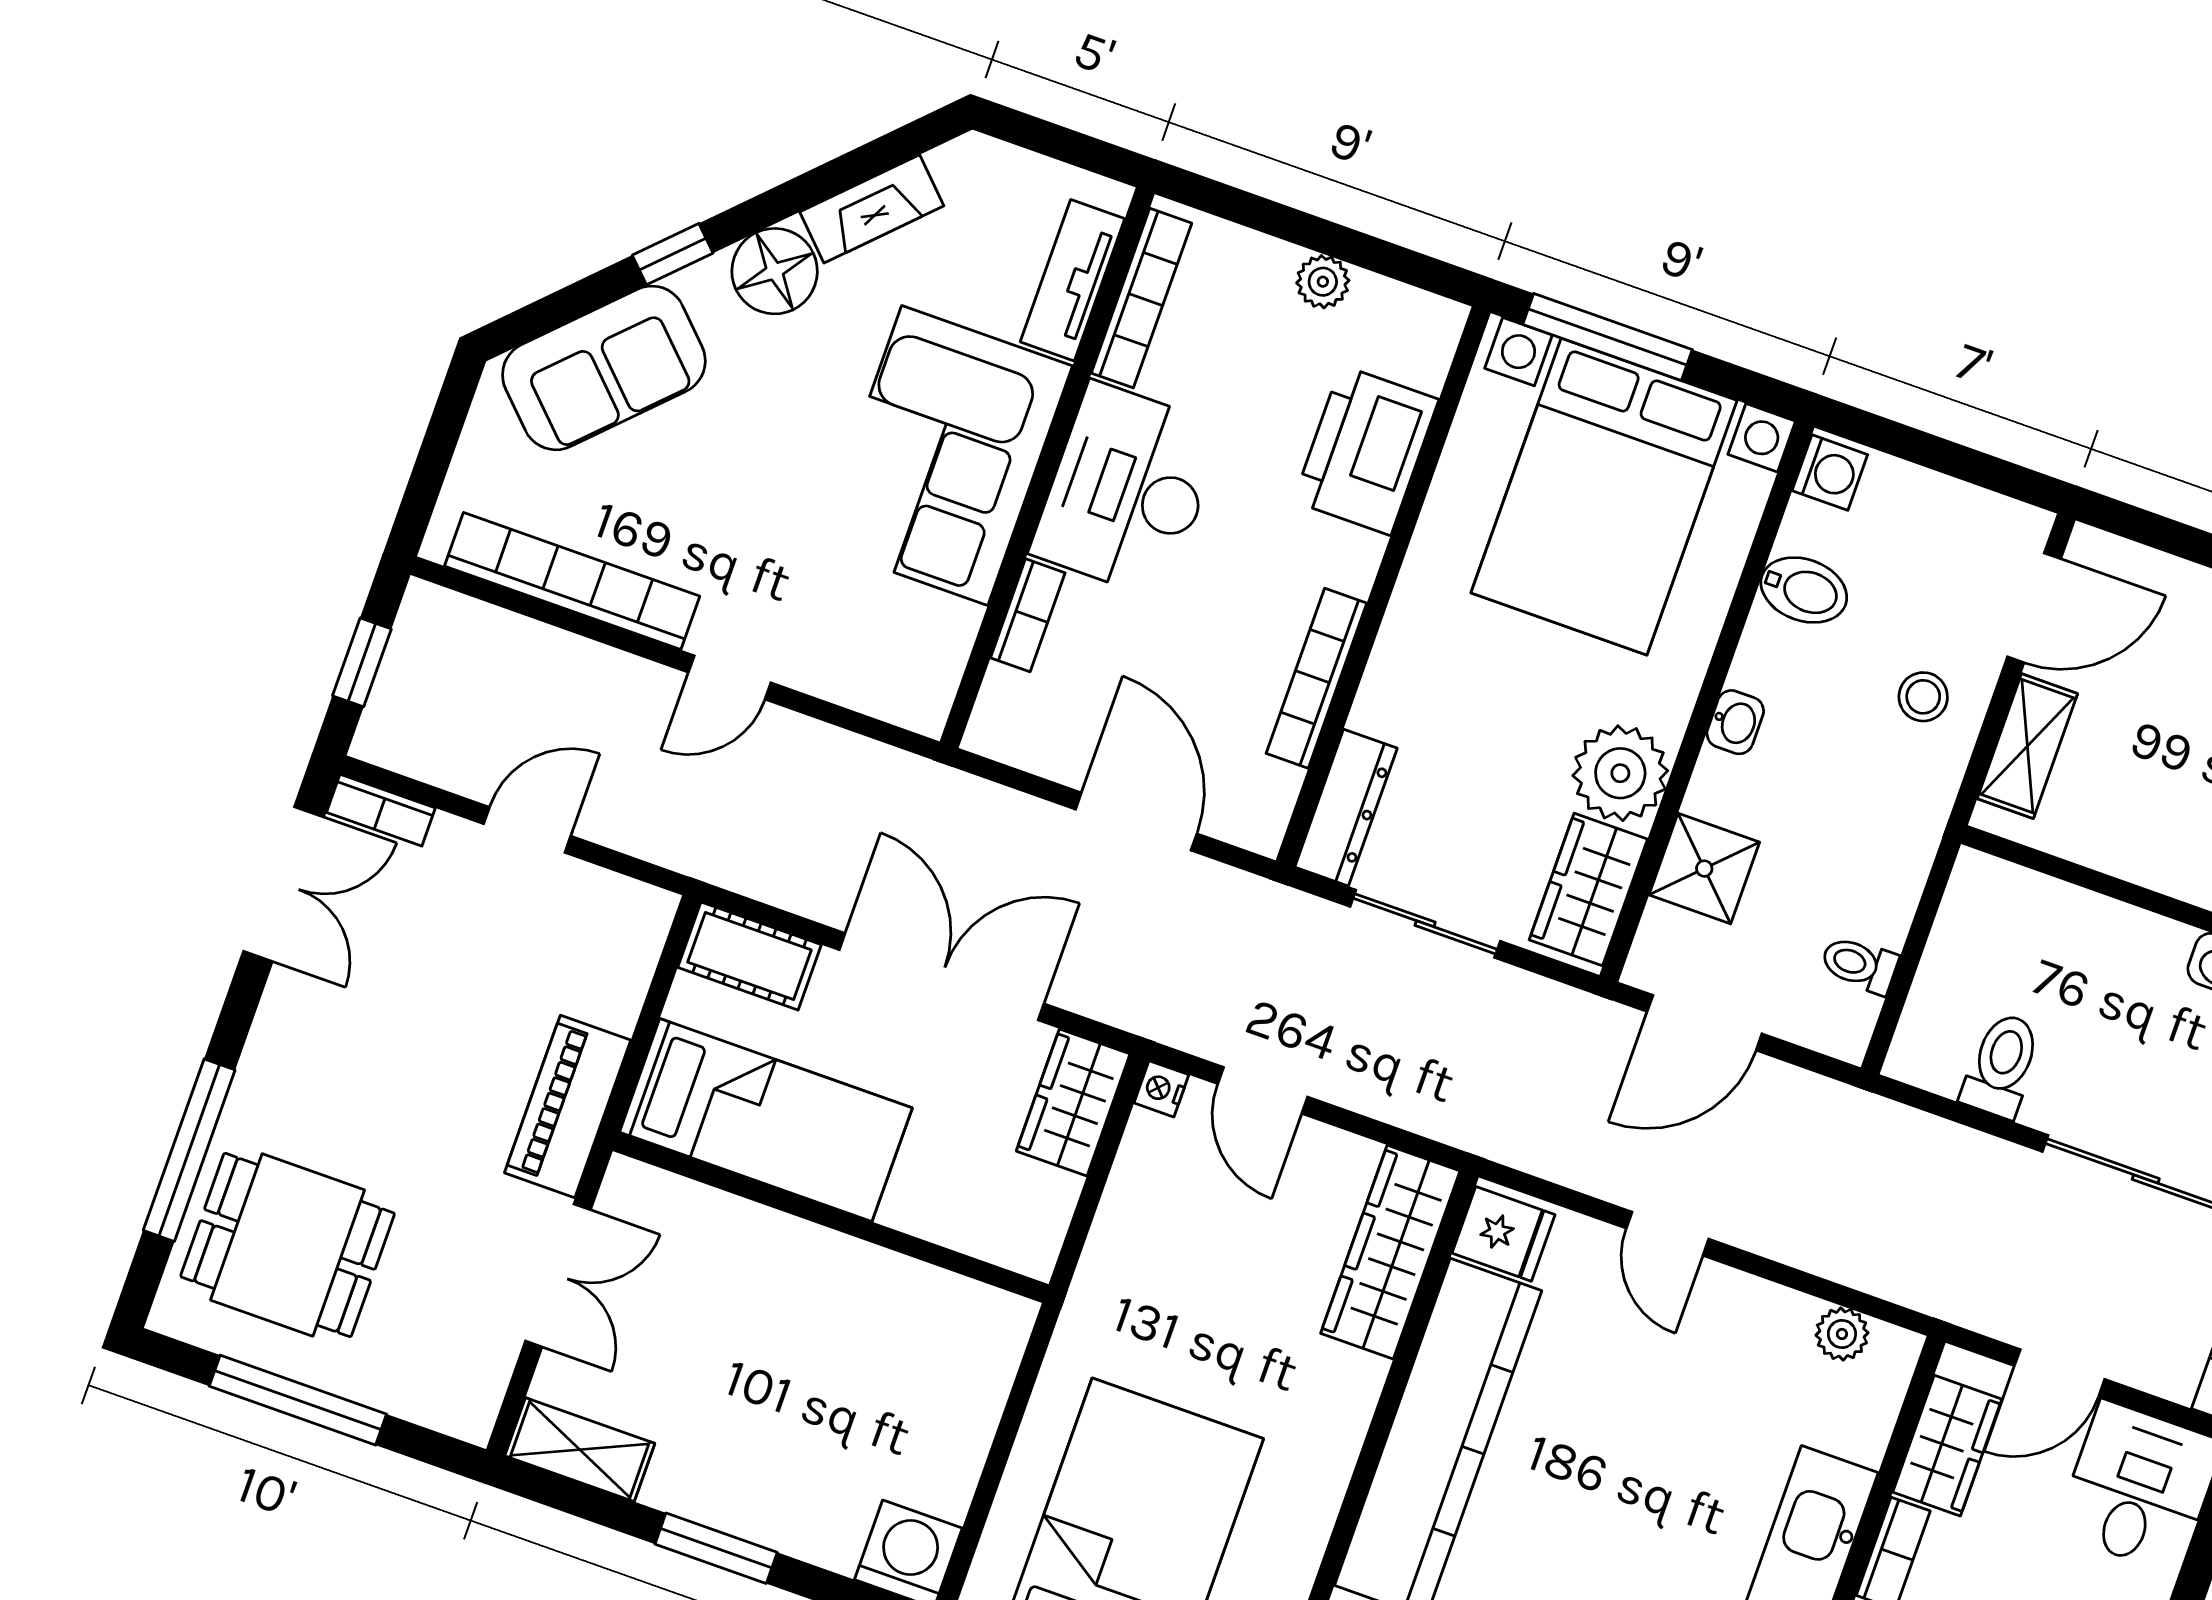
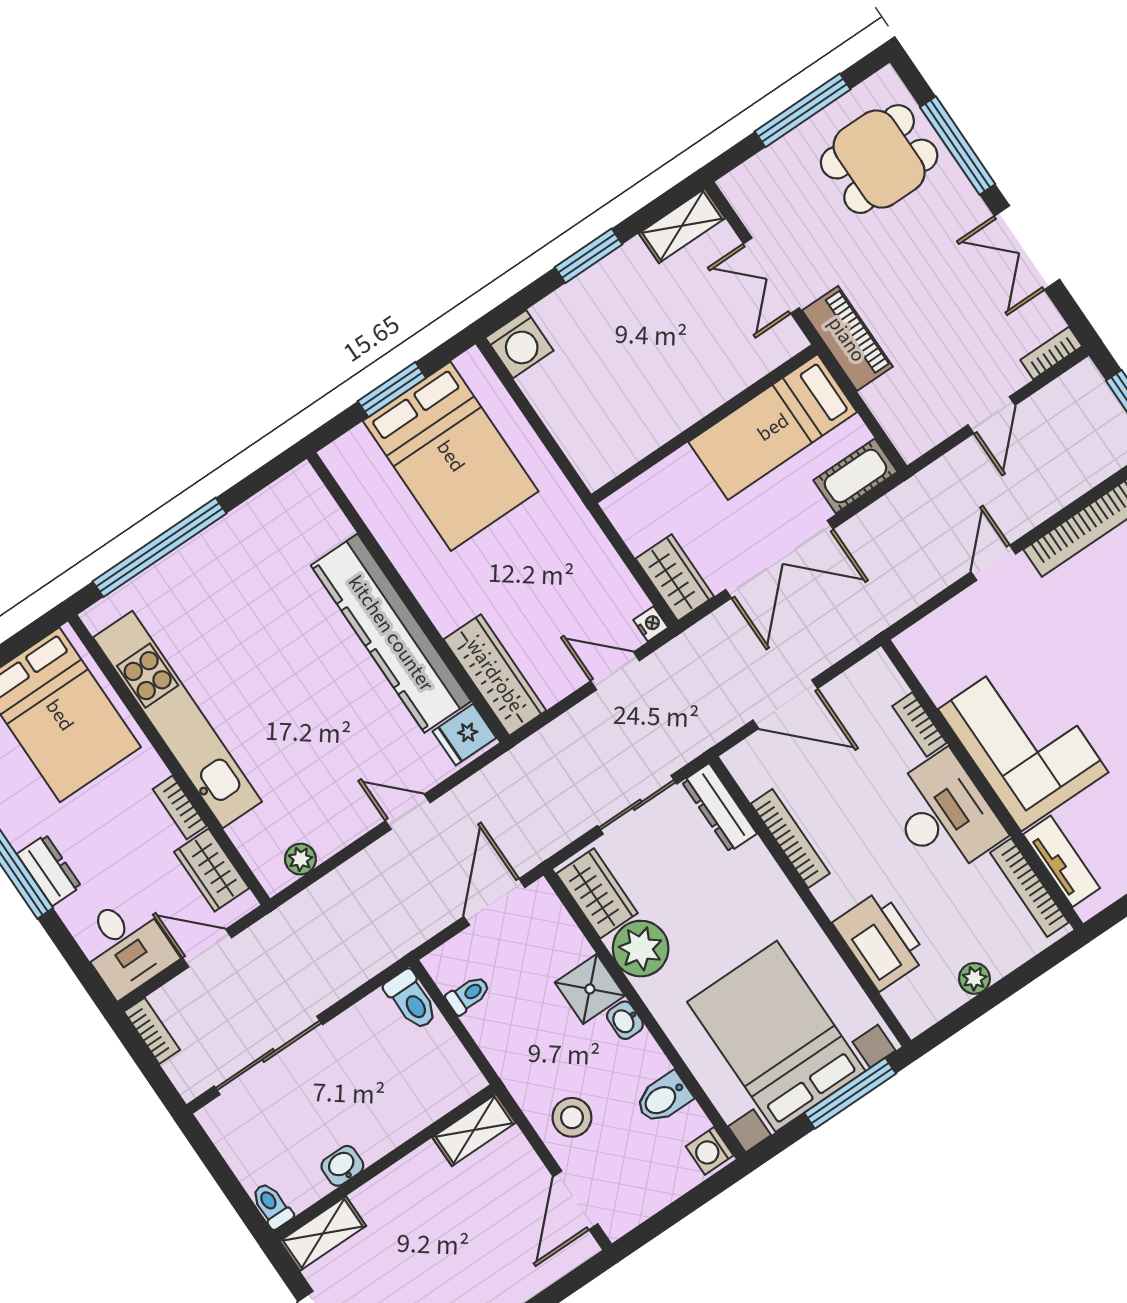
stool: (1923, 697) -> (572, 1117), width x1.37, depth x1.37
shelving: (2027, 746) -> (474, 1130), moved, turned 90
shower: (1704, 869) -> (590, 989), moved
double door: (283, 884) -> (1027, 248), moved
toilet: (2002, 1065) -> (411, 1000), moved
door: (2060, 1373) -> (207, 948), hinge flipped

